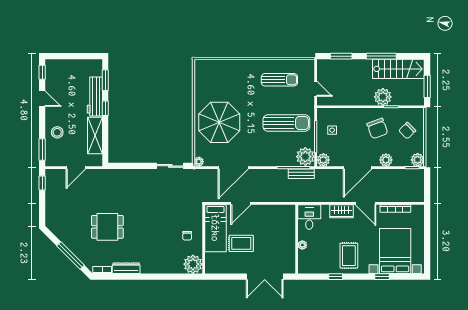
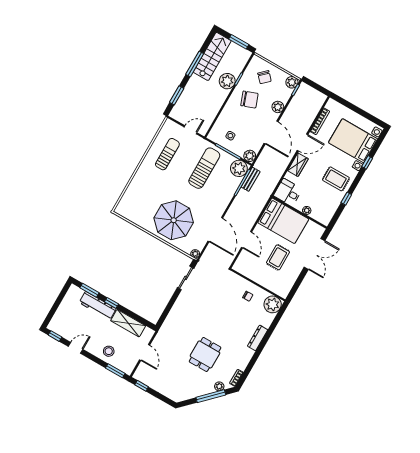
bed: (215, 228) -> (283, 221), moved, width x1.50
plant: (85, 258) -> (219, 386), added
dresser: (126, 268) -> (258, 338), moved

